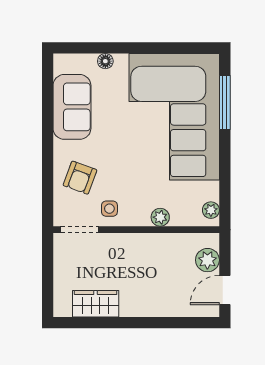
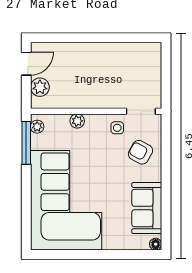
floor lamp: (105, 61) -> (156, 244), moved
window: (225, 103) -> (26, 143), moved
armchair: (80, 178) -> (140, 152), turned -81
wardrobe: (96, 304) -> (128, 53), removed

